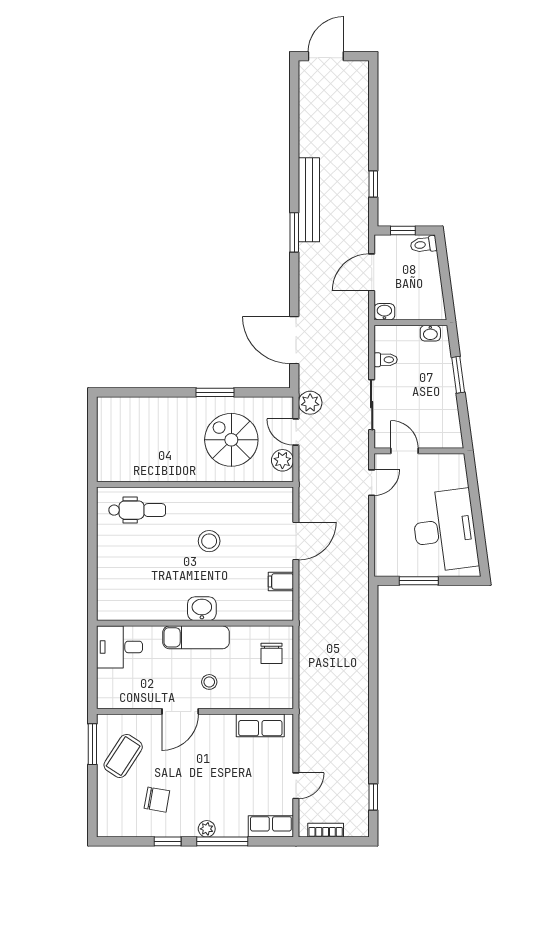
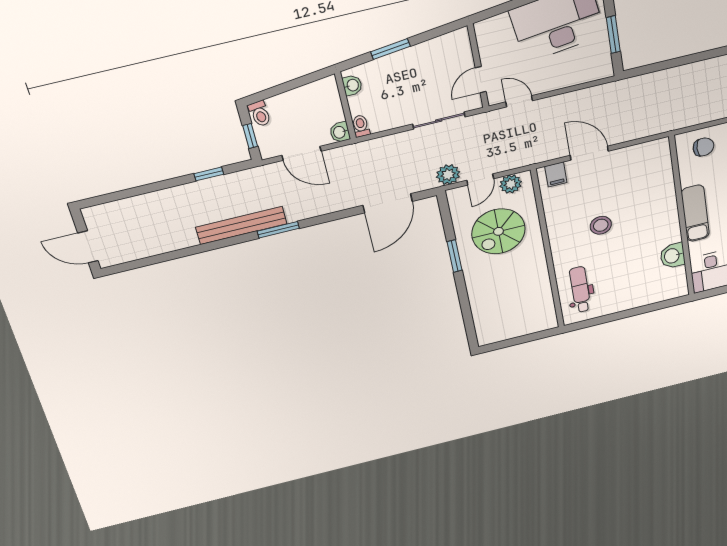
toilet: (386, 360) -> (361, 126), moved
filing cabinet: (281, 581) -> (556, 174), moved
washbasin: (202, 609) -> (672, 256), moved

